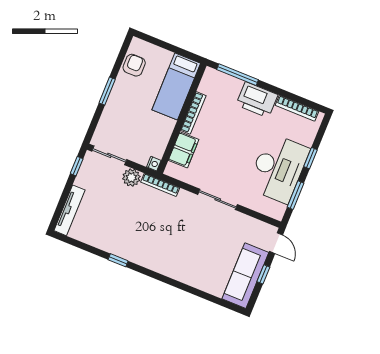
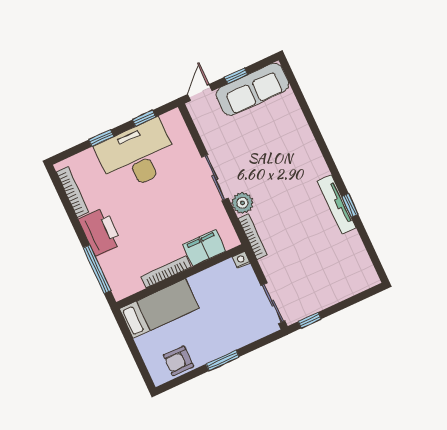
plant: (131, 178) -> (242, 203), moved
window: (296, 195) -> (144, 118), width x0.67
tv unit: (69, 210) -> (337, 204), moved, turned -90

